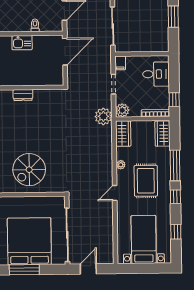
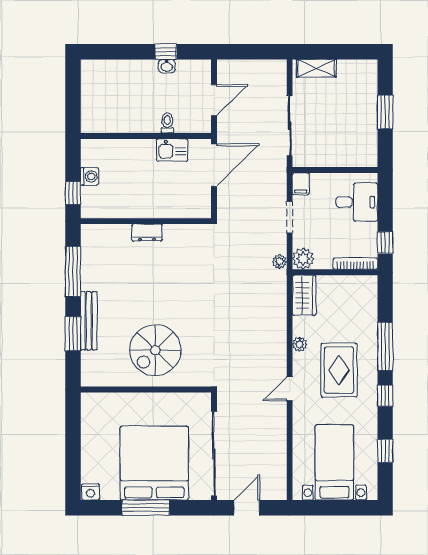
kitchen sink: (22, 43) -> (172, 150), moved
plant: (103, 116) -> (280, 262), width x0.53, depth x0.53
wardrobe: (162, 134) -> (366, 296), removed

